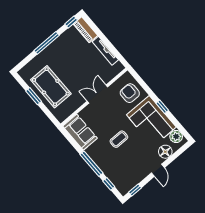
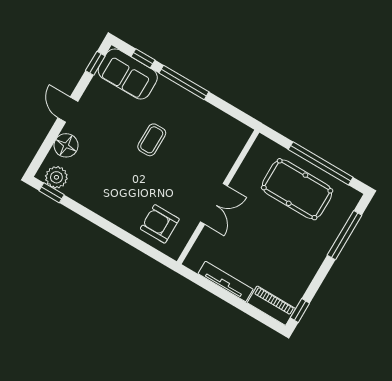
window: (47, 43) -> (345, 235), moved
armchair: (130, 93) -> (160, 224), turned 180
window: (34, 96) -> (321, 163), width x2.11
window: (162, 107) -> (52, 193), moved
corner sofa: (151, 121) -> (107, 189), removed
sofa: (80, 132) -> (128, 74), moved

